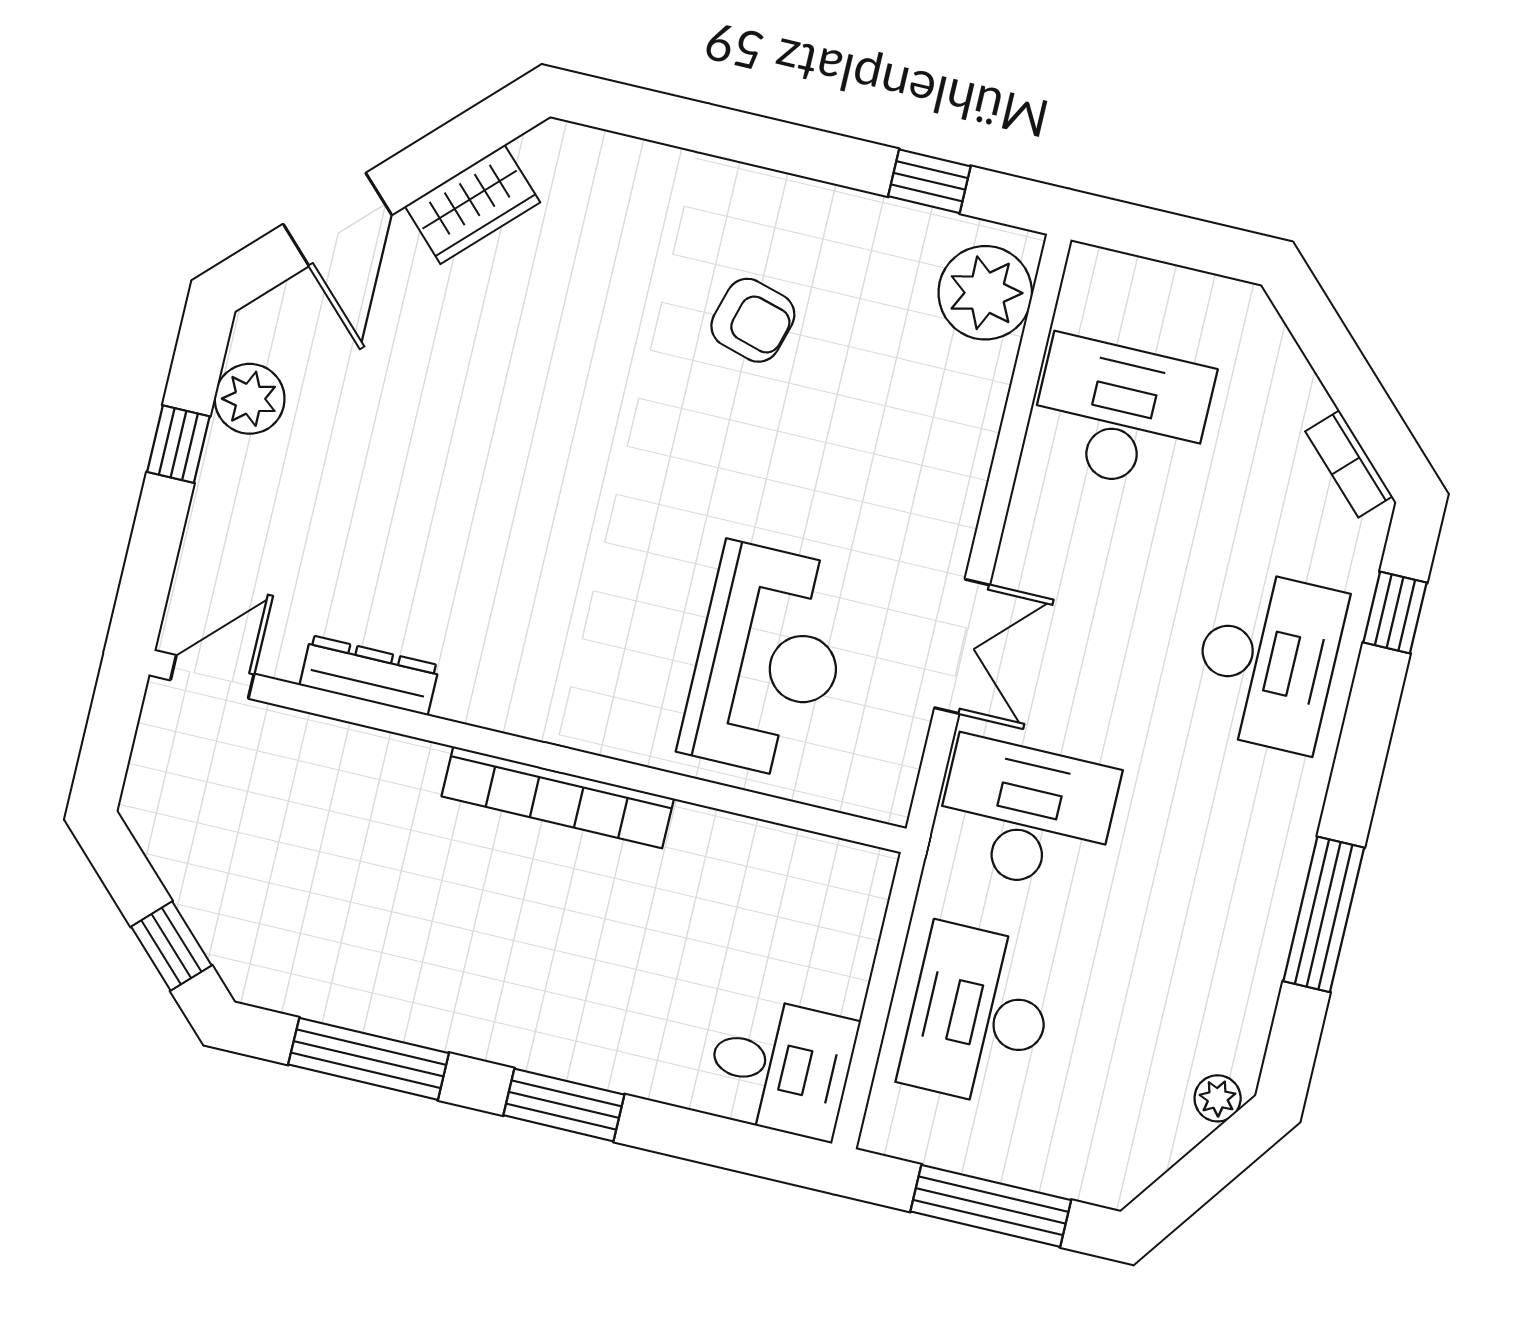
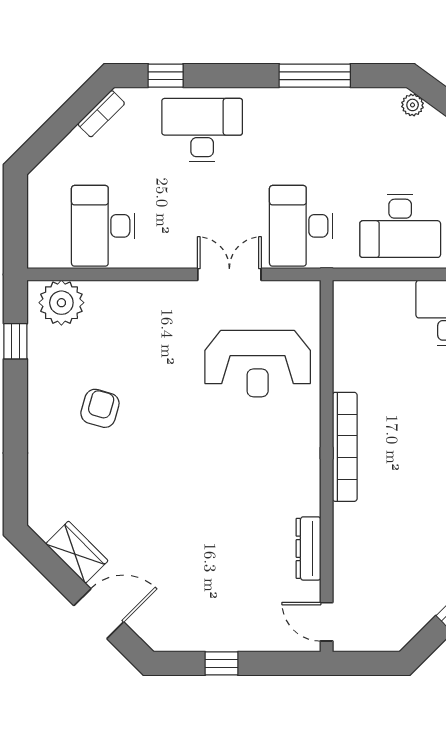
plant: (250, 399) -> (192, 635), removed
reception desk: (768, 661) -> (258, 364), turned 180

